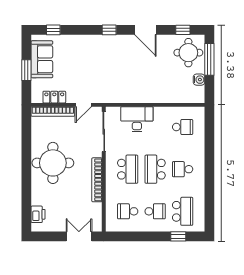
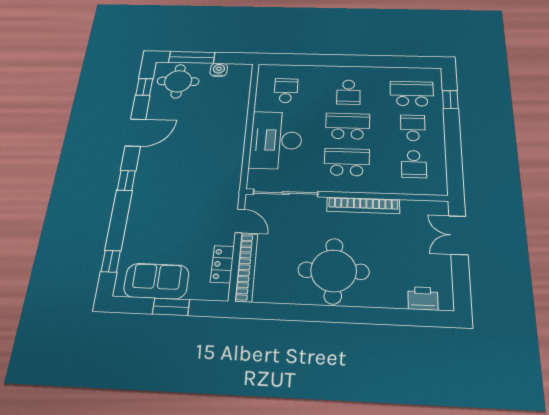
desk: (137, 119) -> (276, 140), width x1.36, depth x1.30
school desk: (155, 169) -> (348, 126), turned 180

